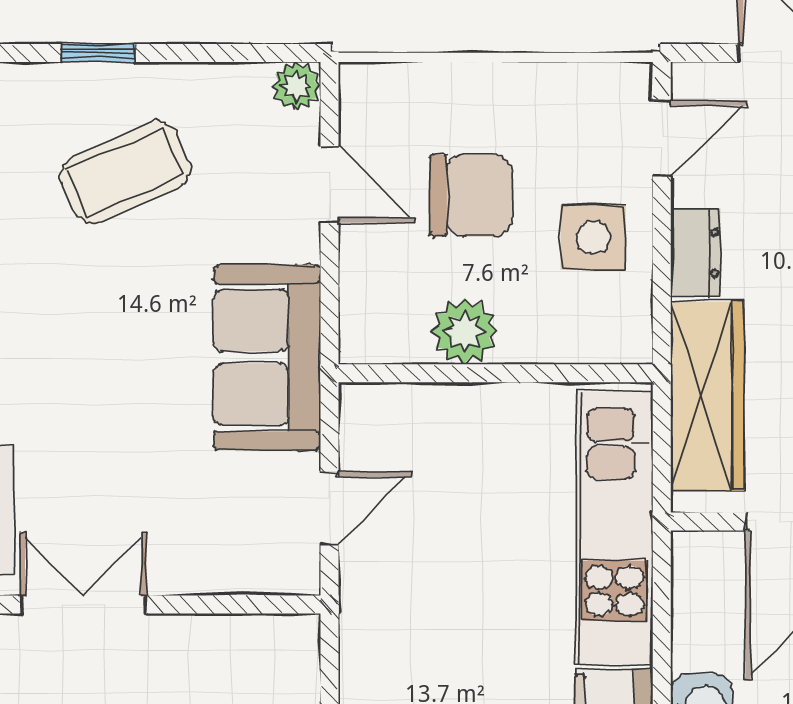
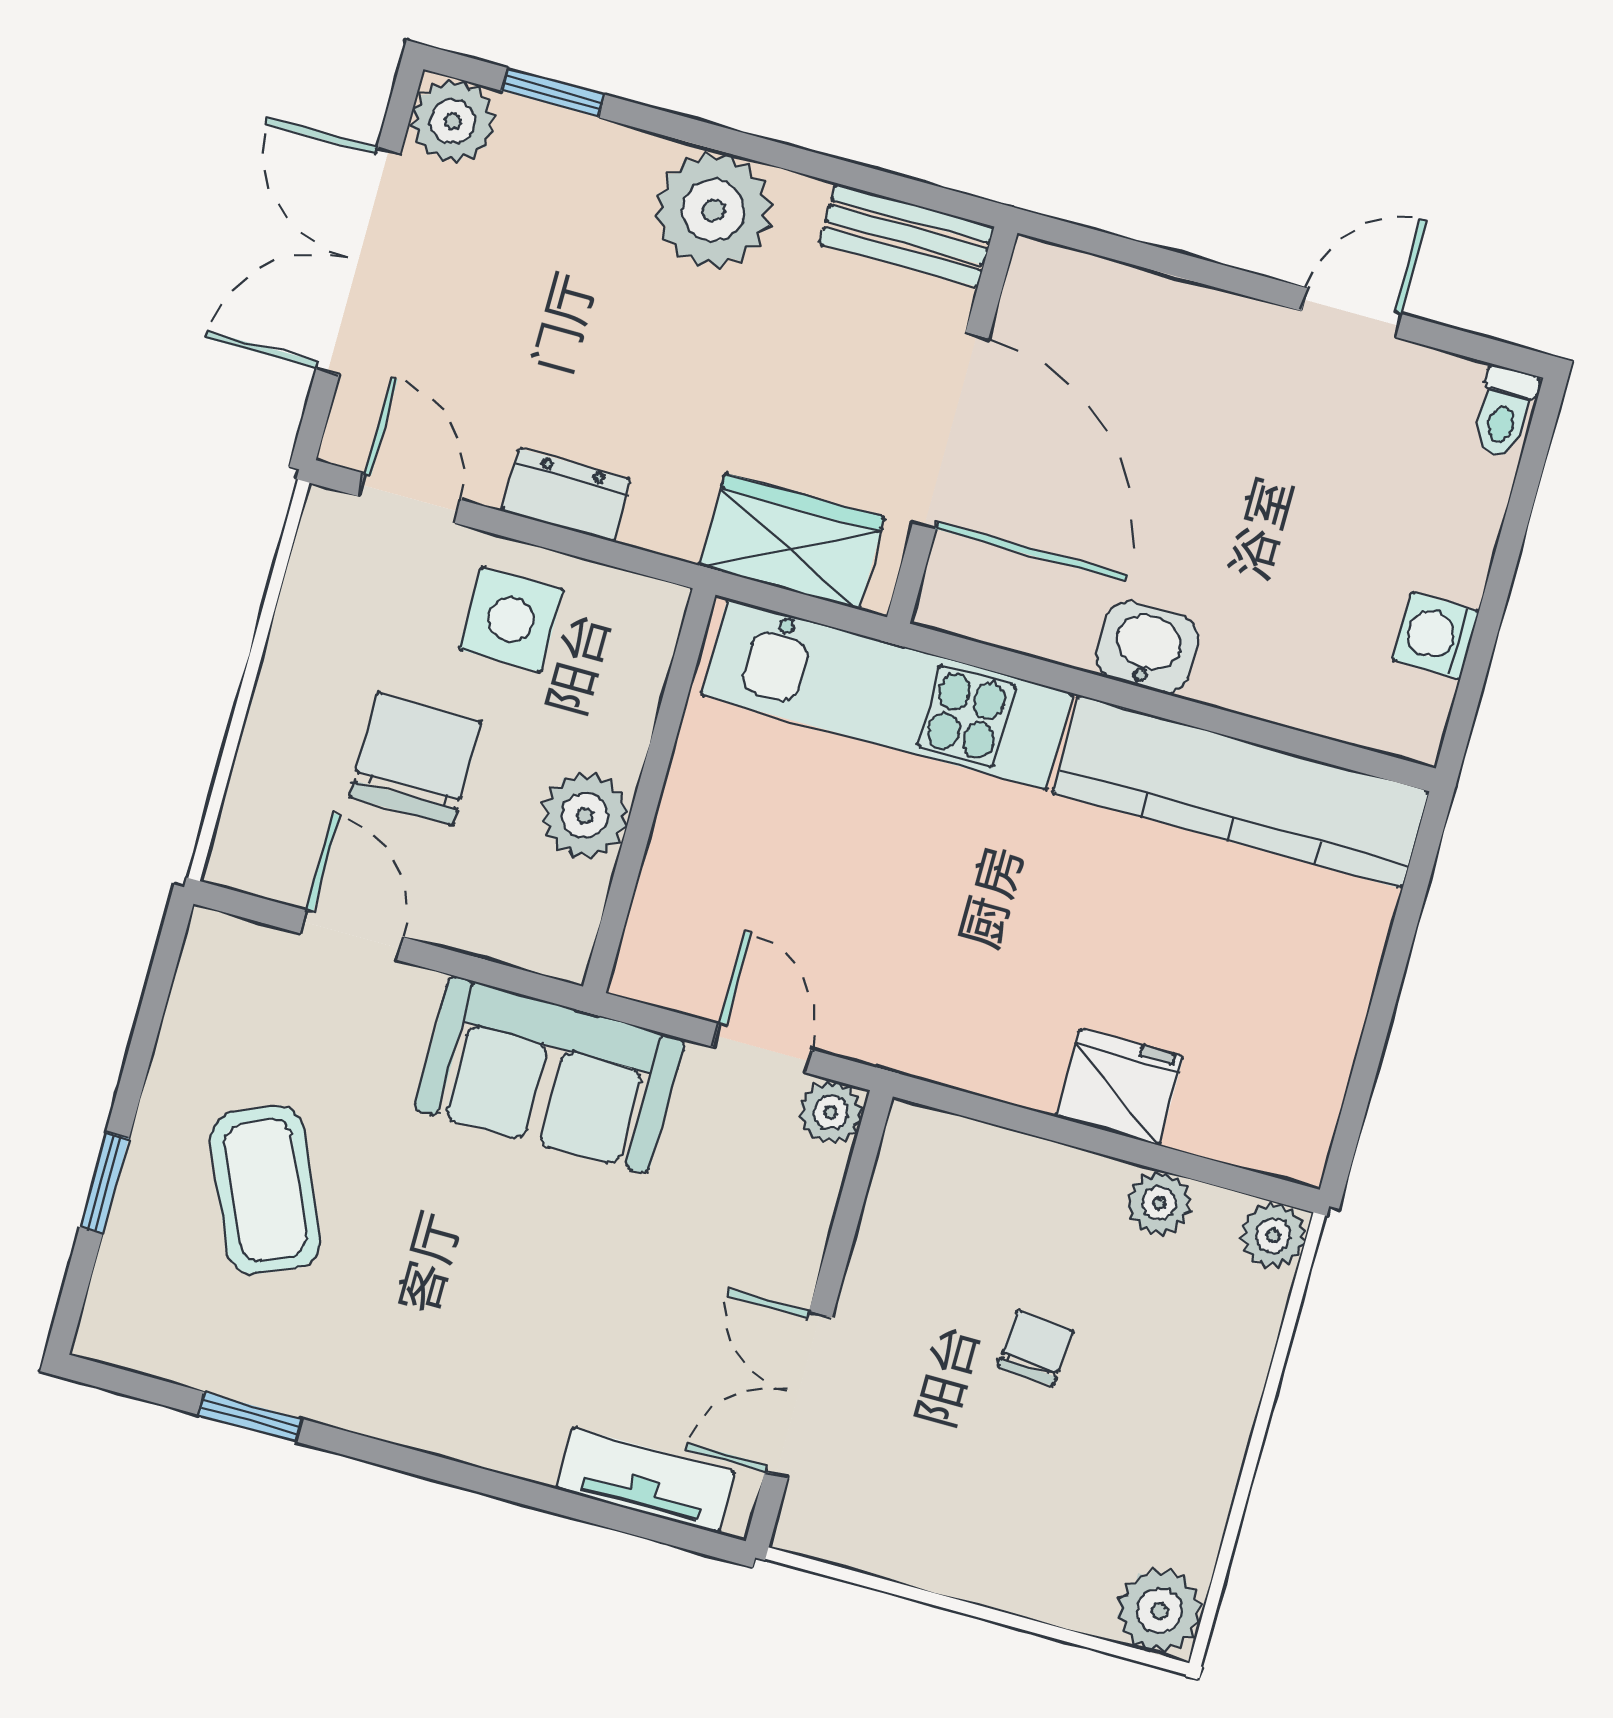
plant: (296, 86) -> (831, 1112), moved
door: (329, 184) -> (352, 935), hinge flipped
wardrobe: (707, 396) -> (792, 542), width x0.67

